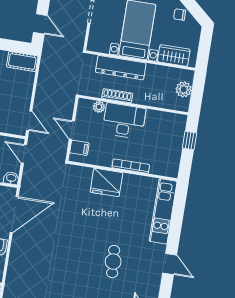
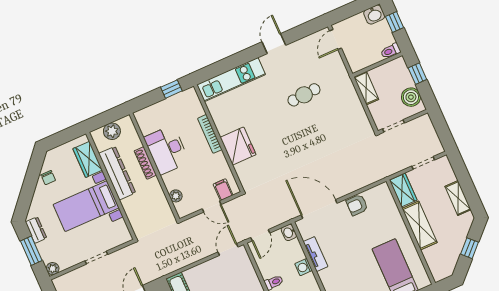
dresser: (121, 68) -> (117, 173), moved
shoe rack: (117, 96) -> (145, 163), moved
desk: (124, 121) -> (167, 150), moved
door: (72, 130) -> (212, 207), hinge flipped
window: (189, 140) -> (171, 89), moved

